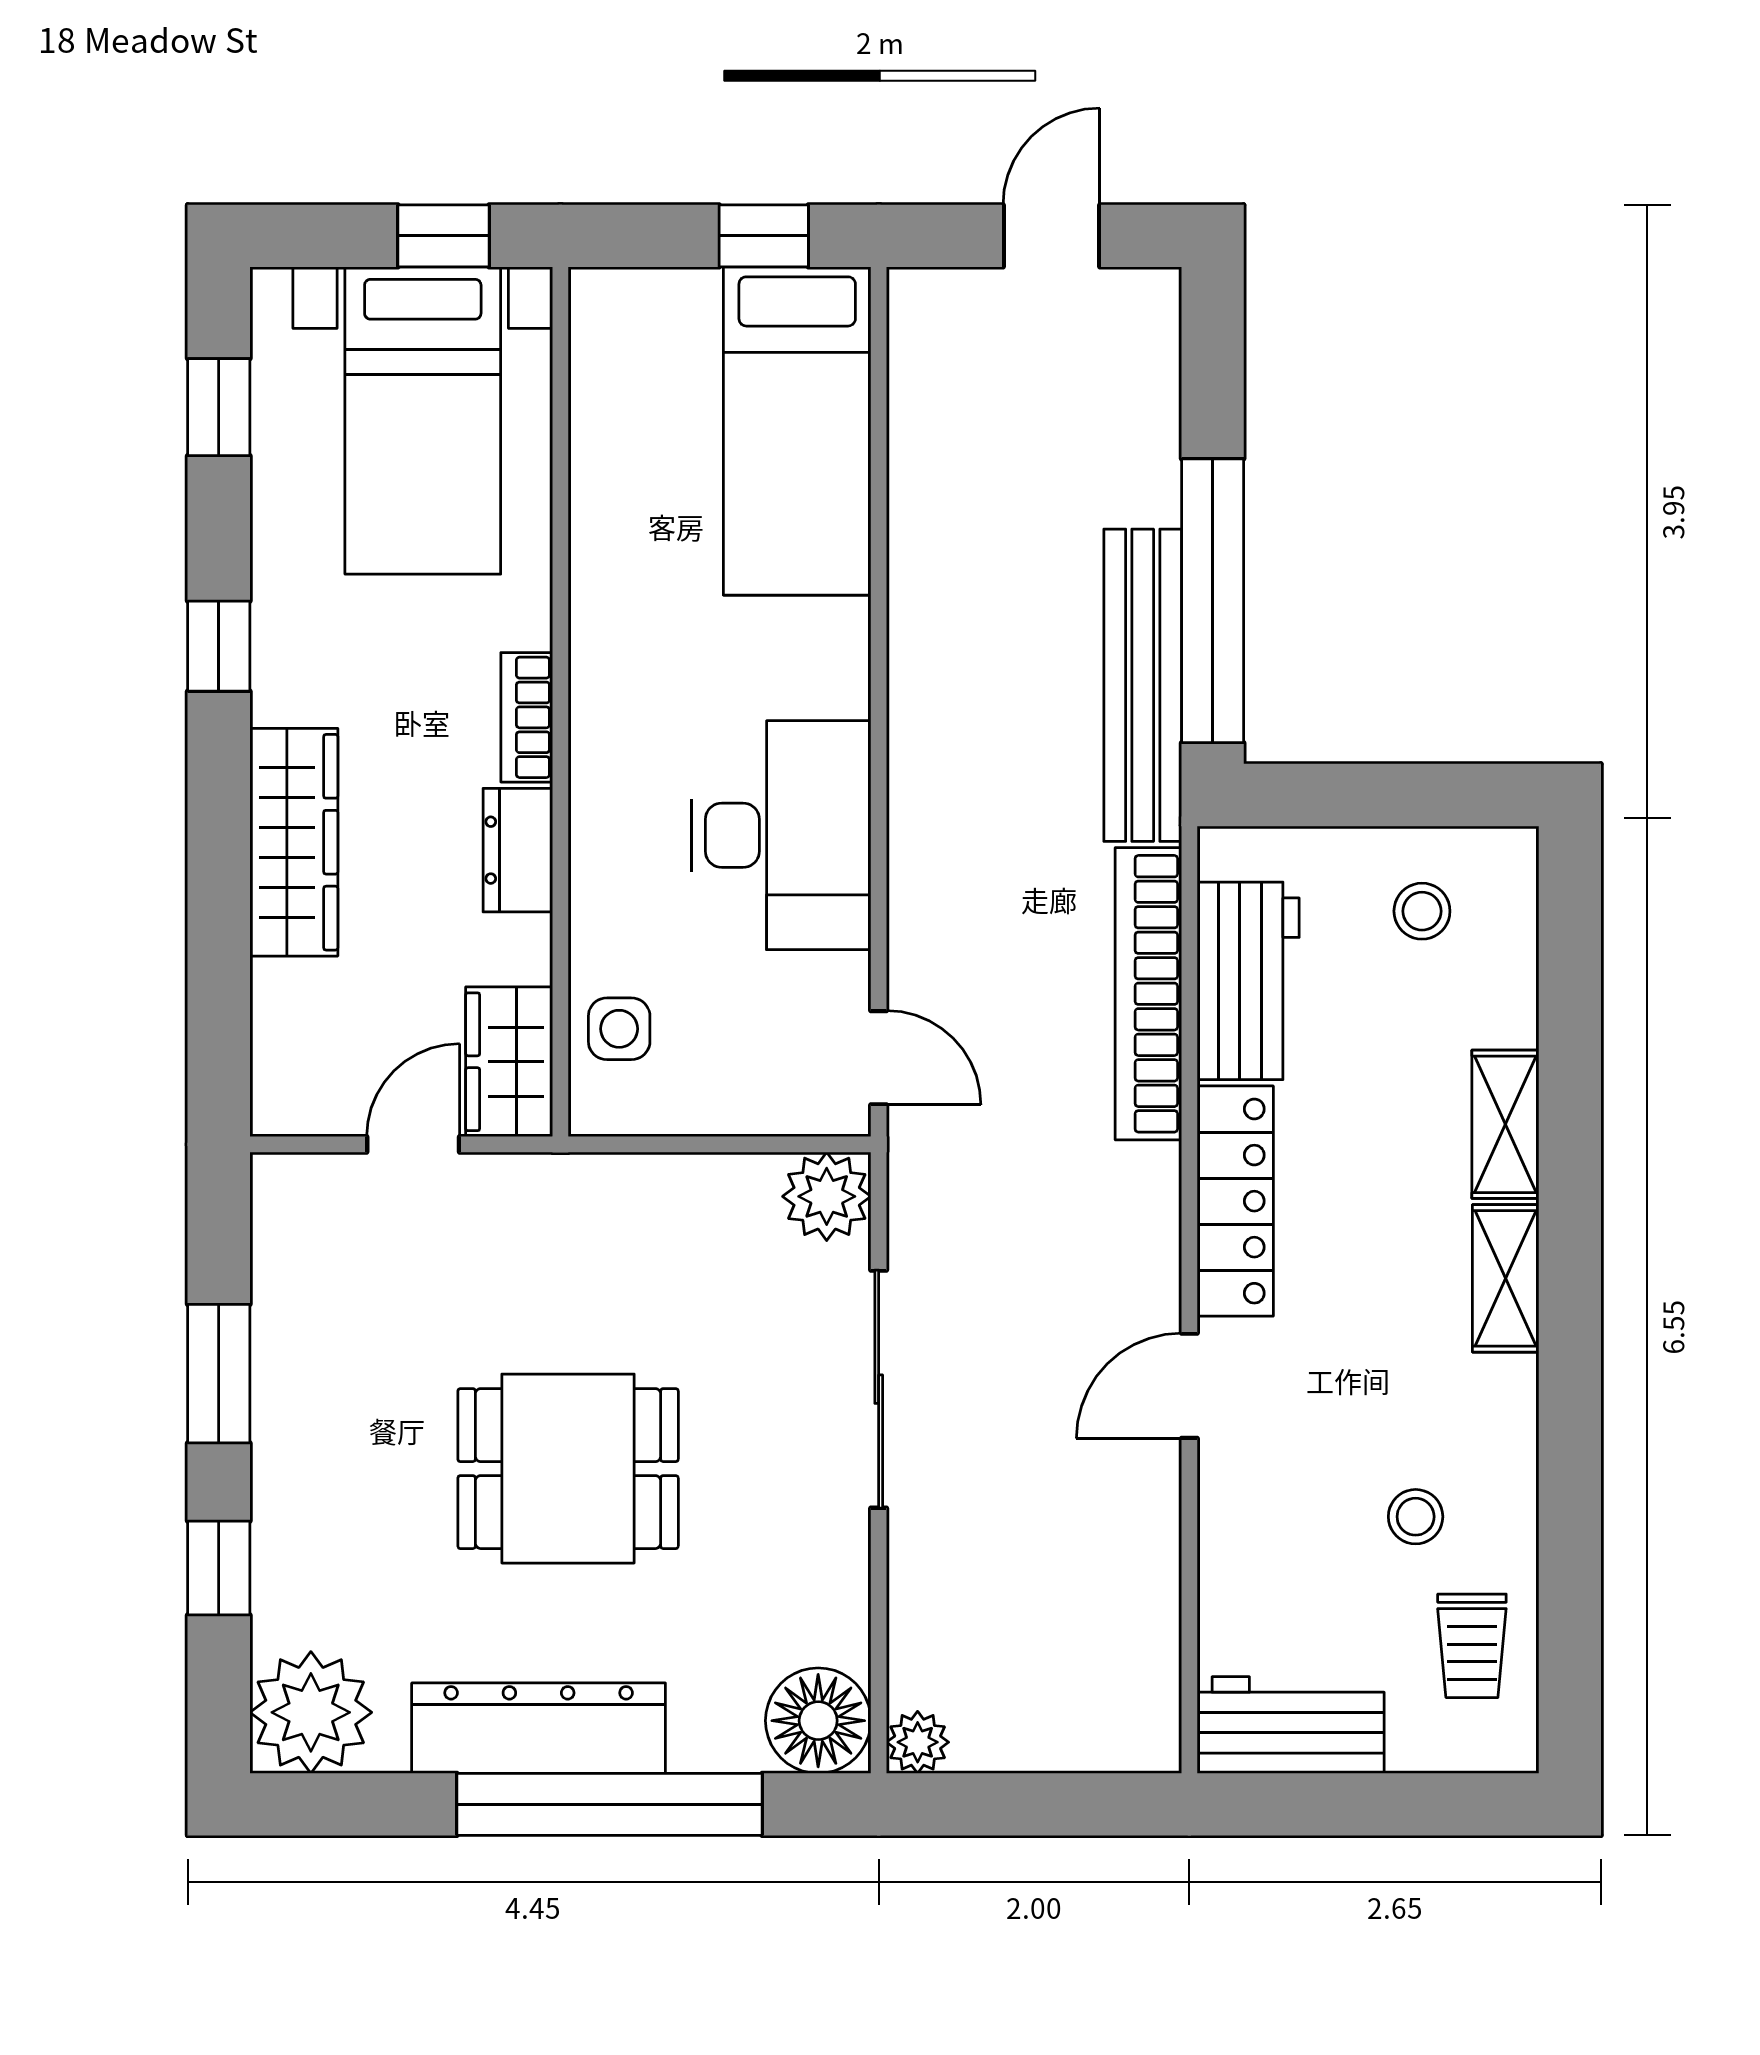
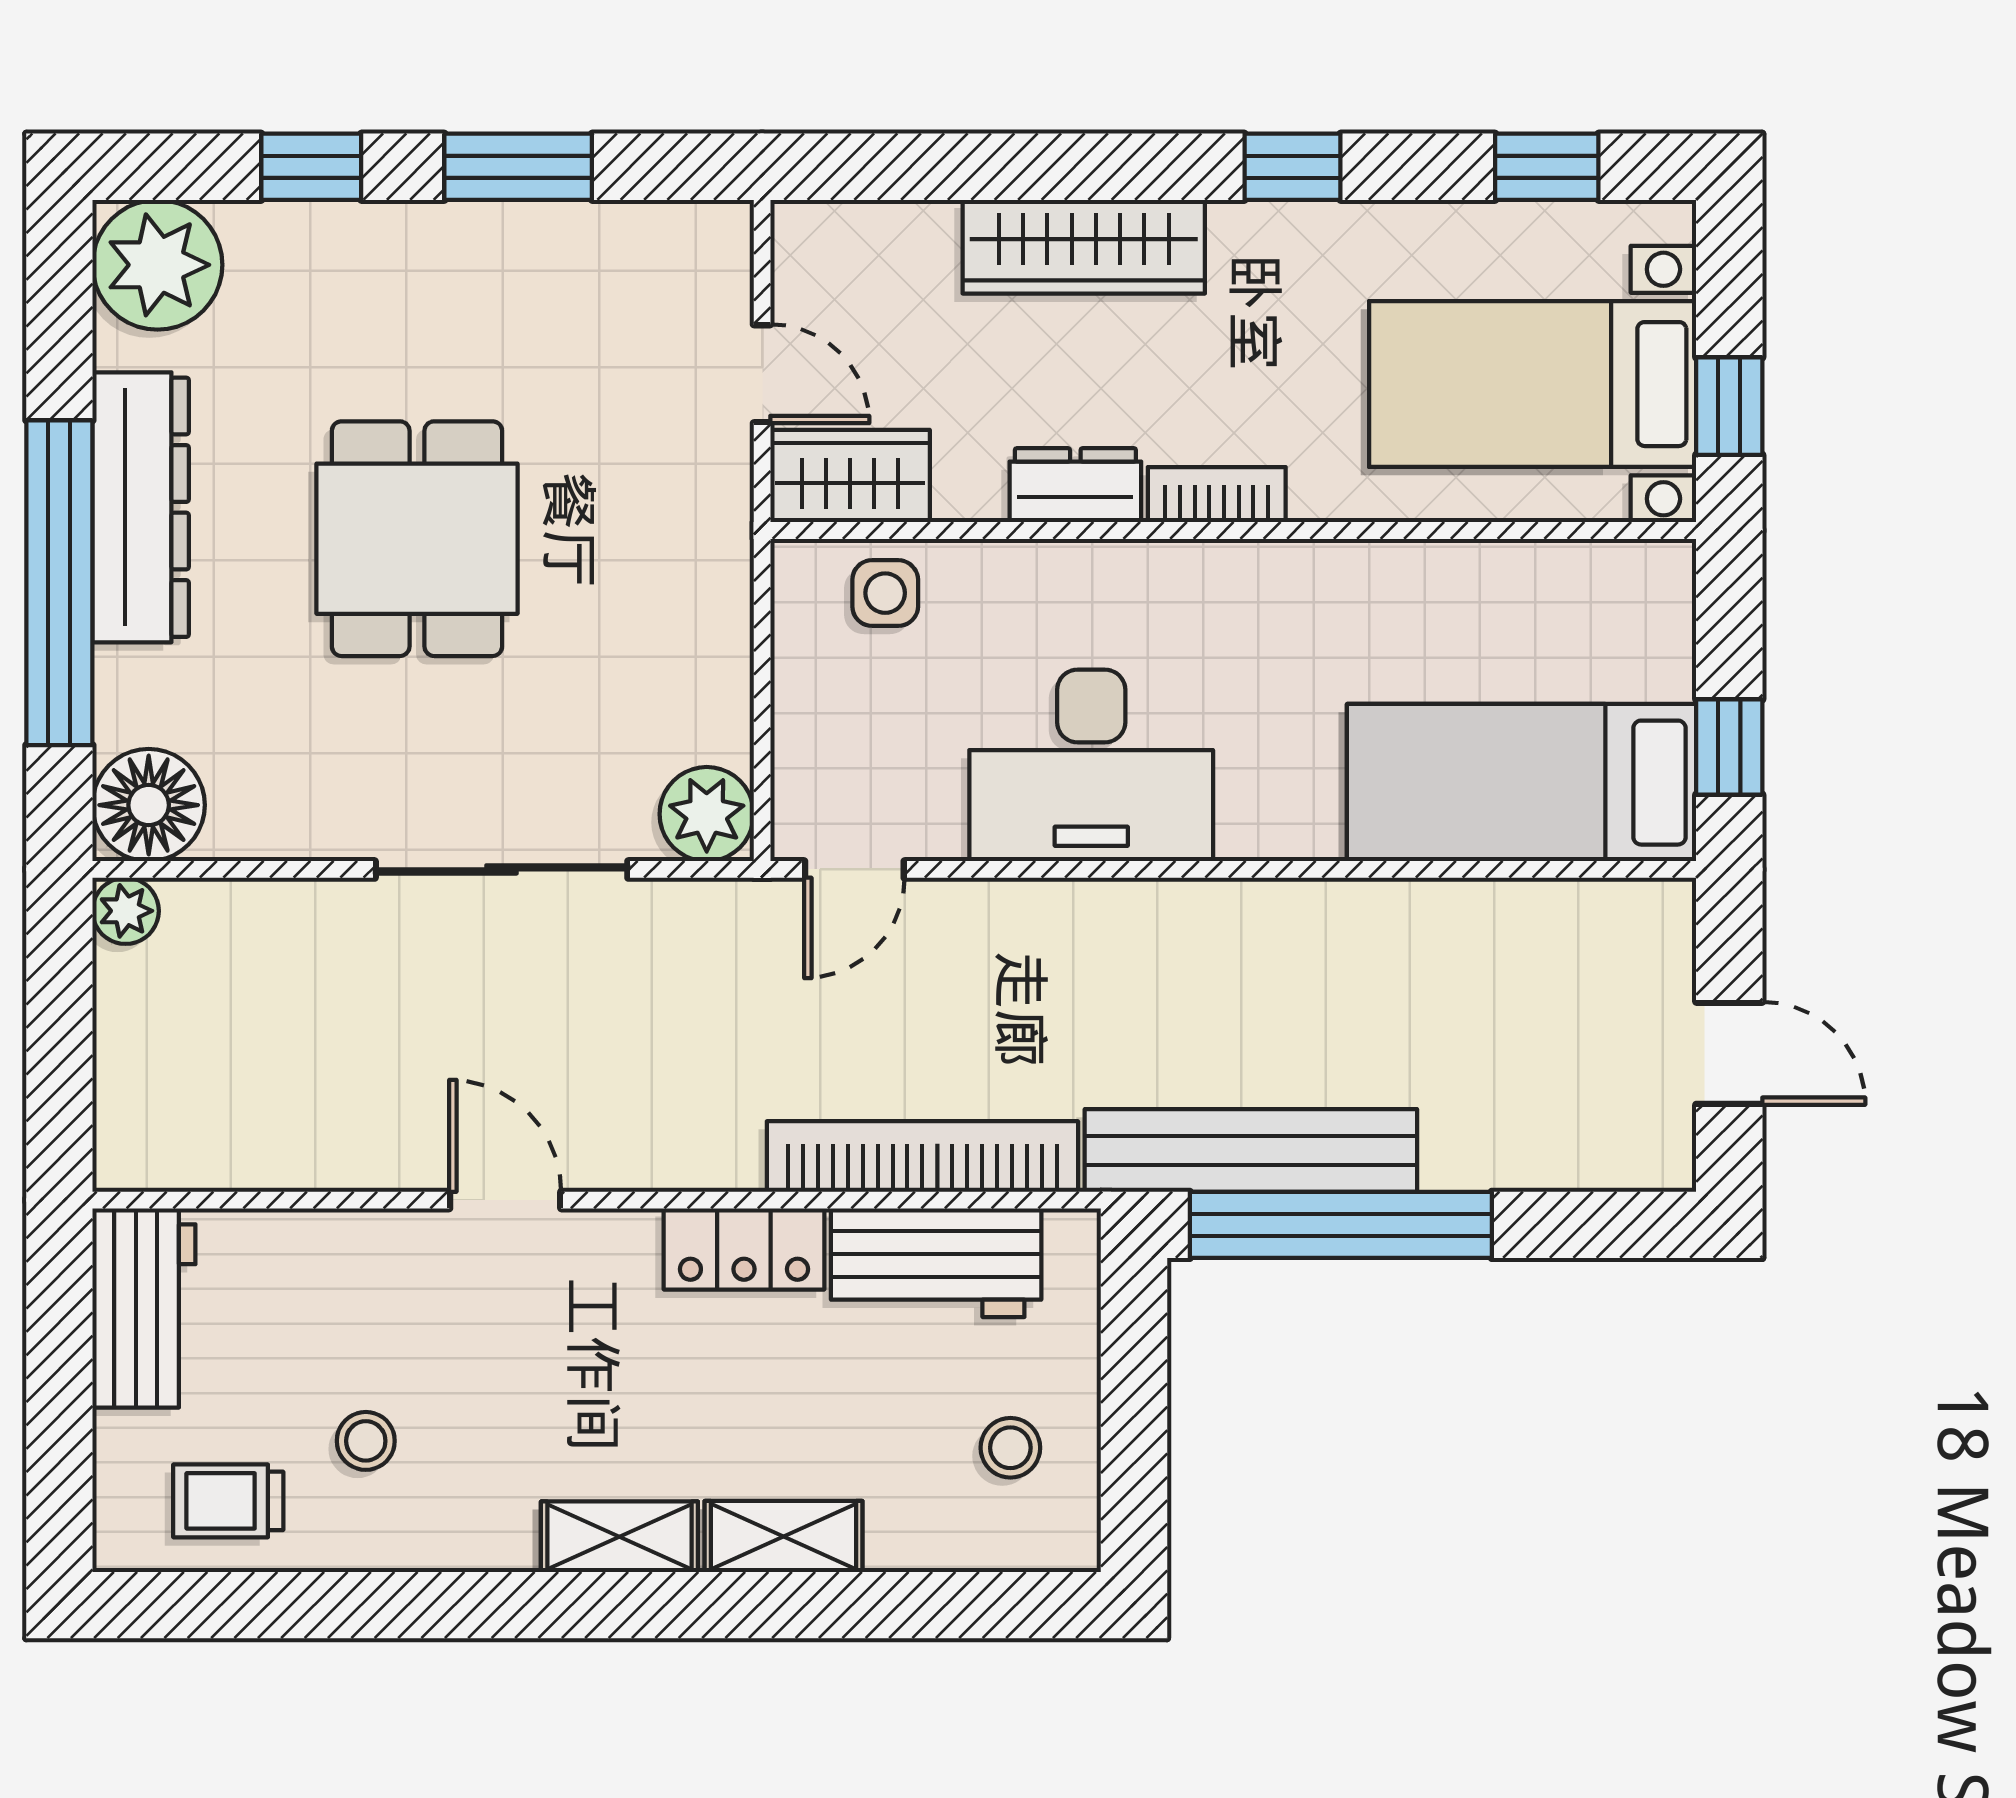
locker: (1235, 1201) -> (744, 1249), width x0.66

